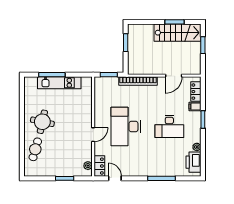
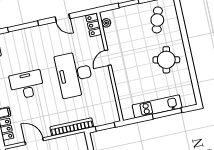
door: (174, 76) -> (34, 141), hinge flipped
desk: (126, 127) -> (74, 74), turned 180
cafe table: (35, 149) -> (157, 20), moved
door: (115, 178) -> (63, 18), moved

